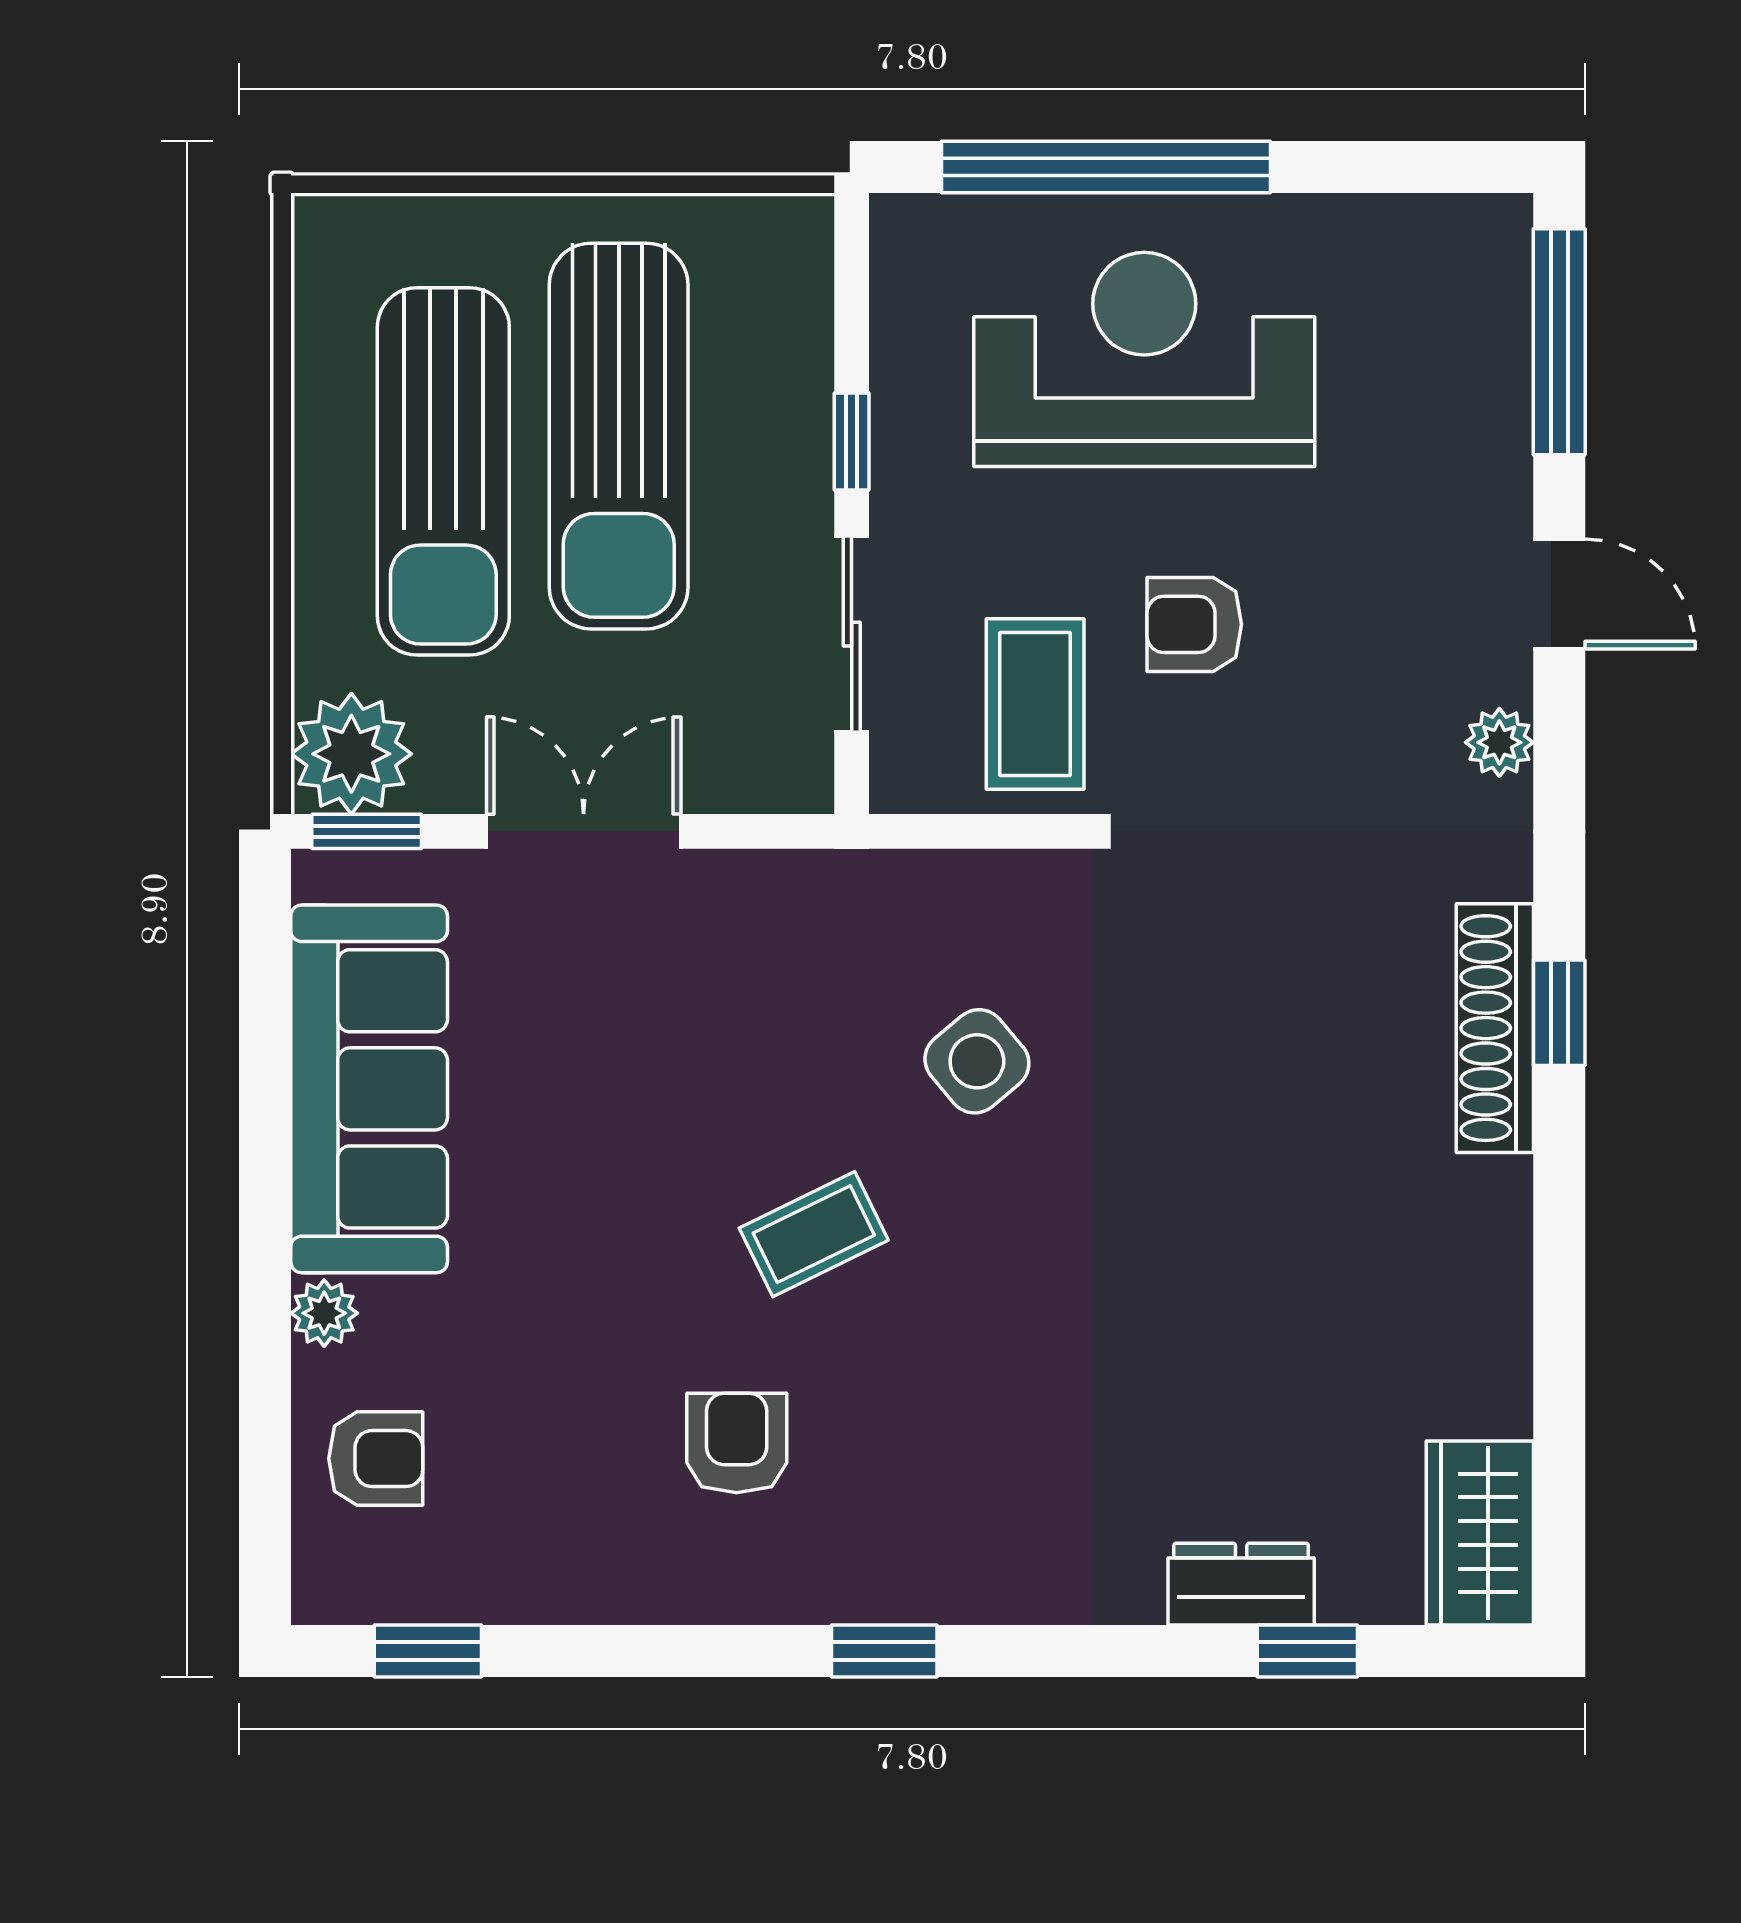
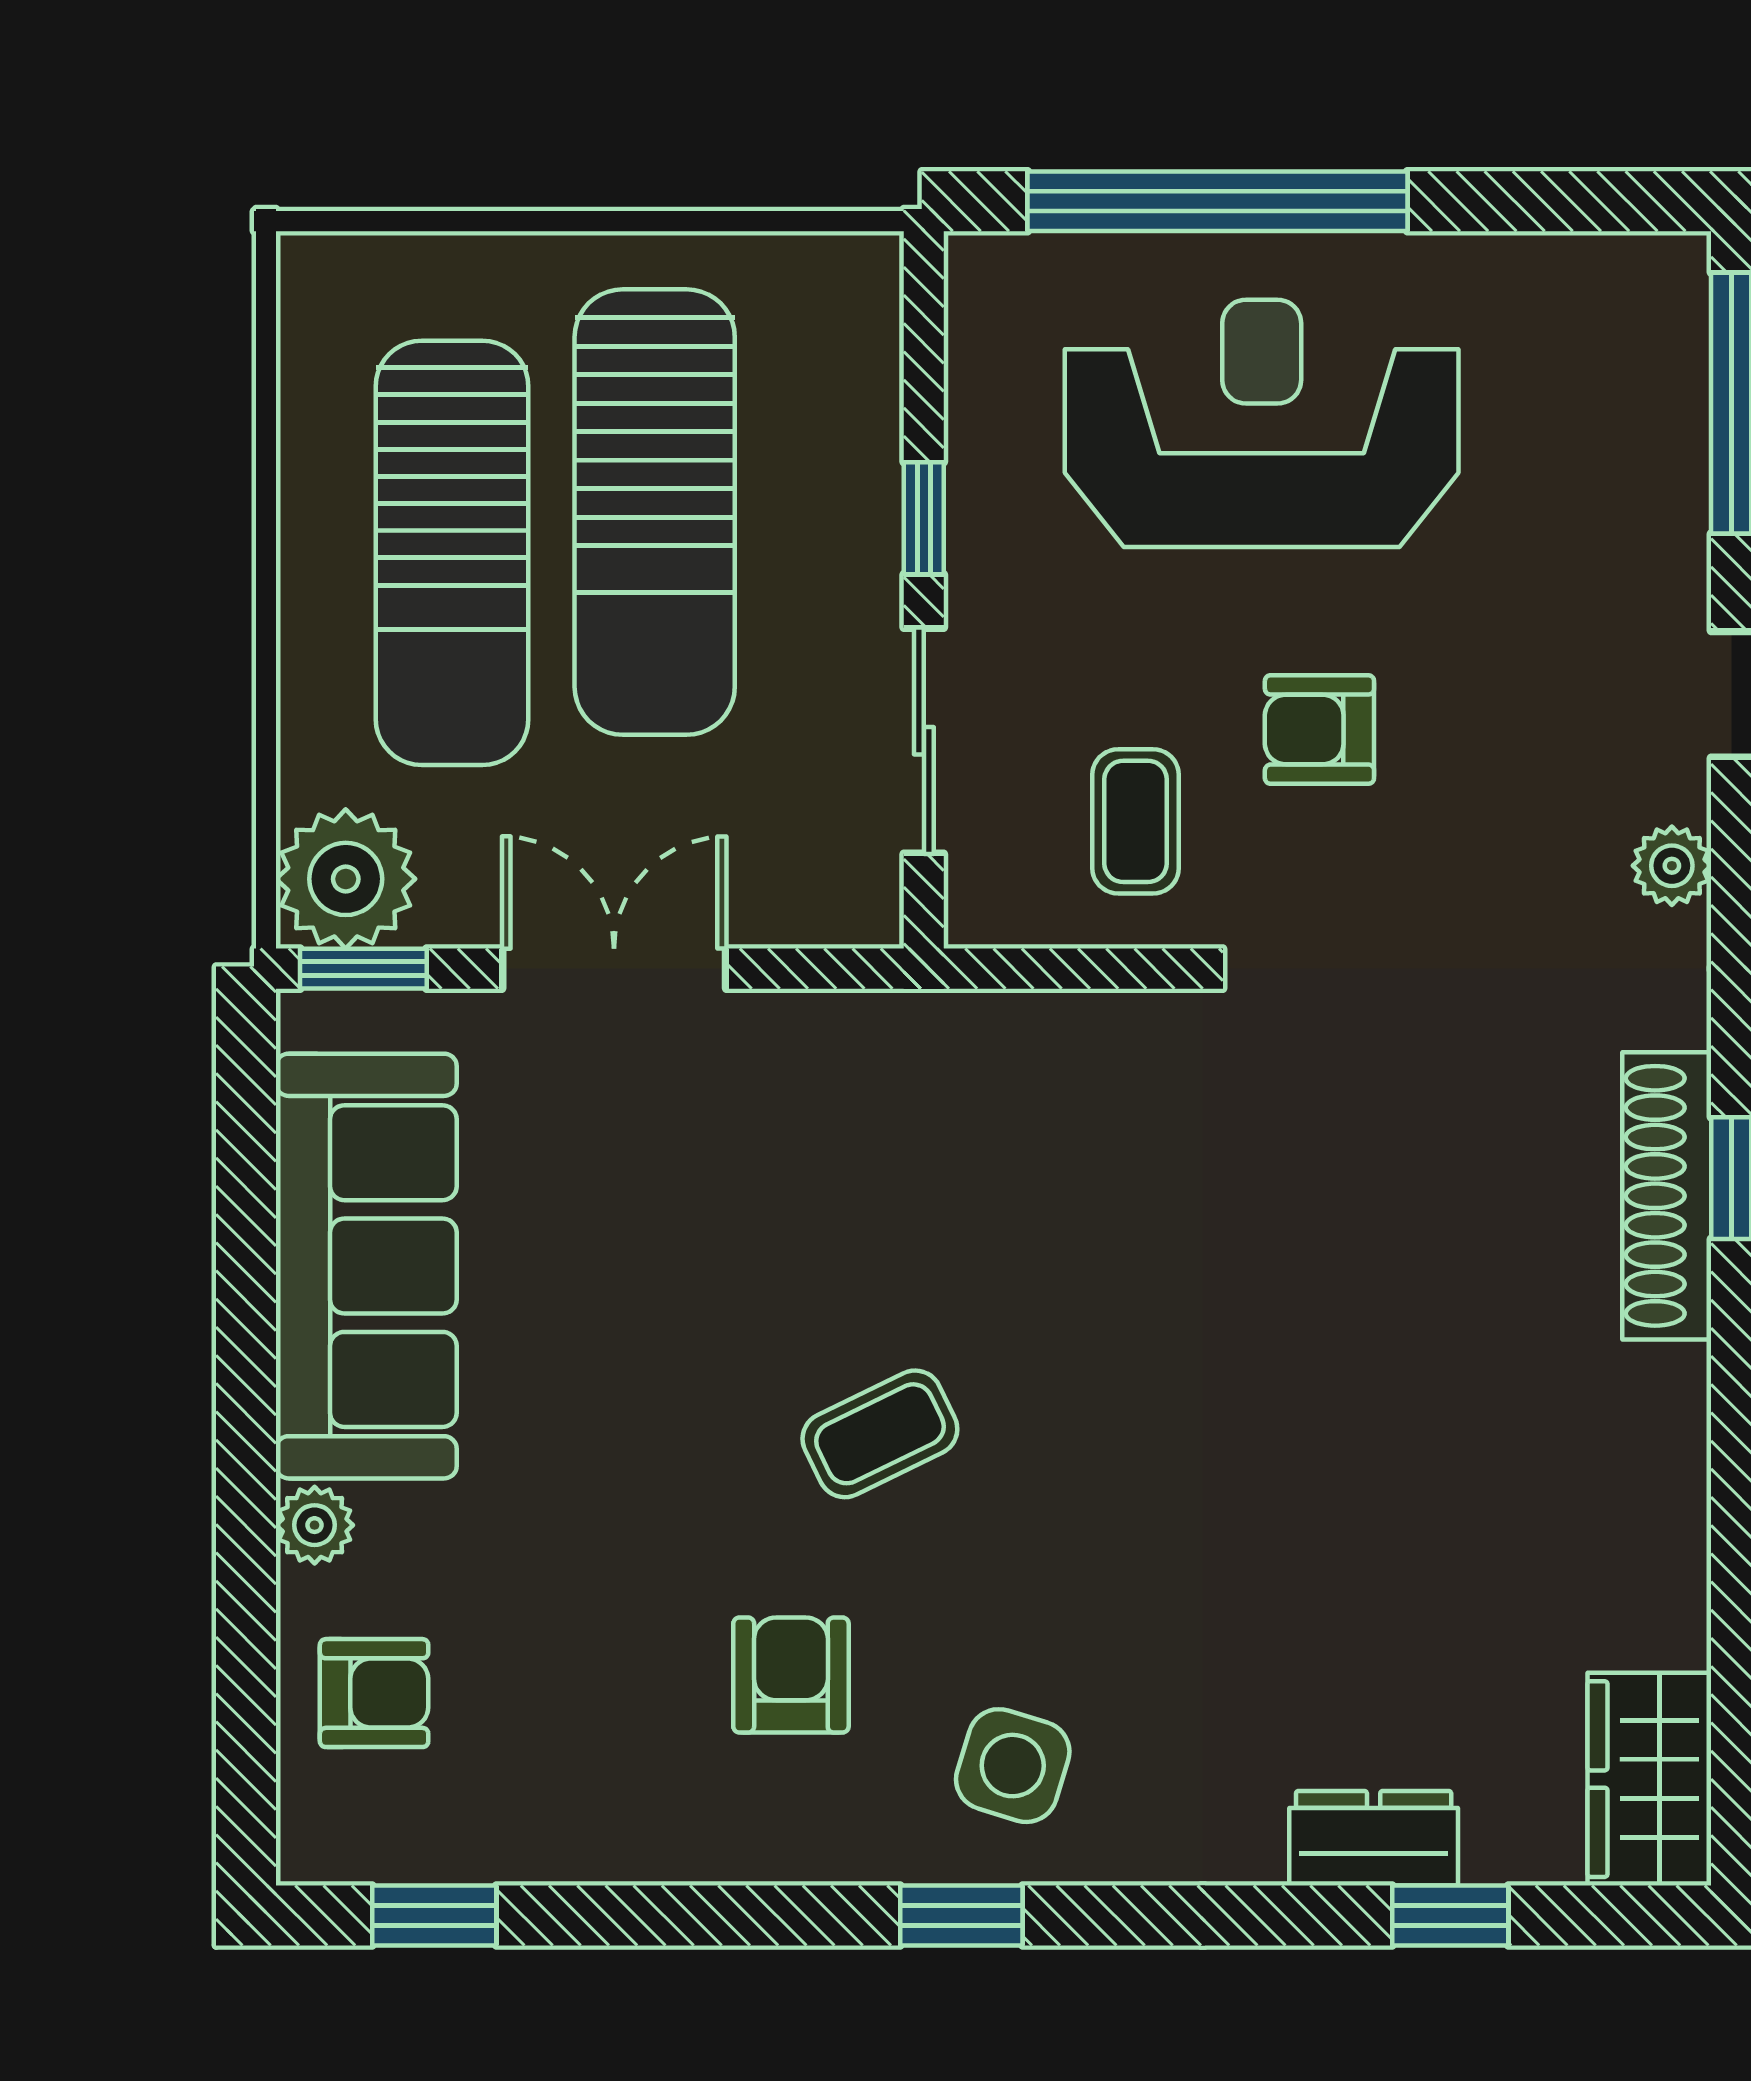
coffee table: (1035, 704) -> (1136, 821), width x0.73, depth x0.77
side table: (977, 1061) -> (1013, 1766), moved, turned -33

